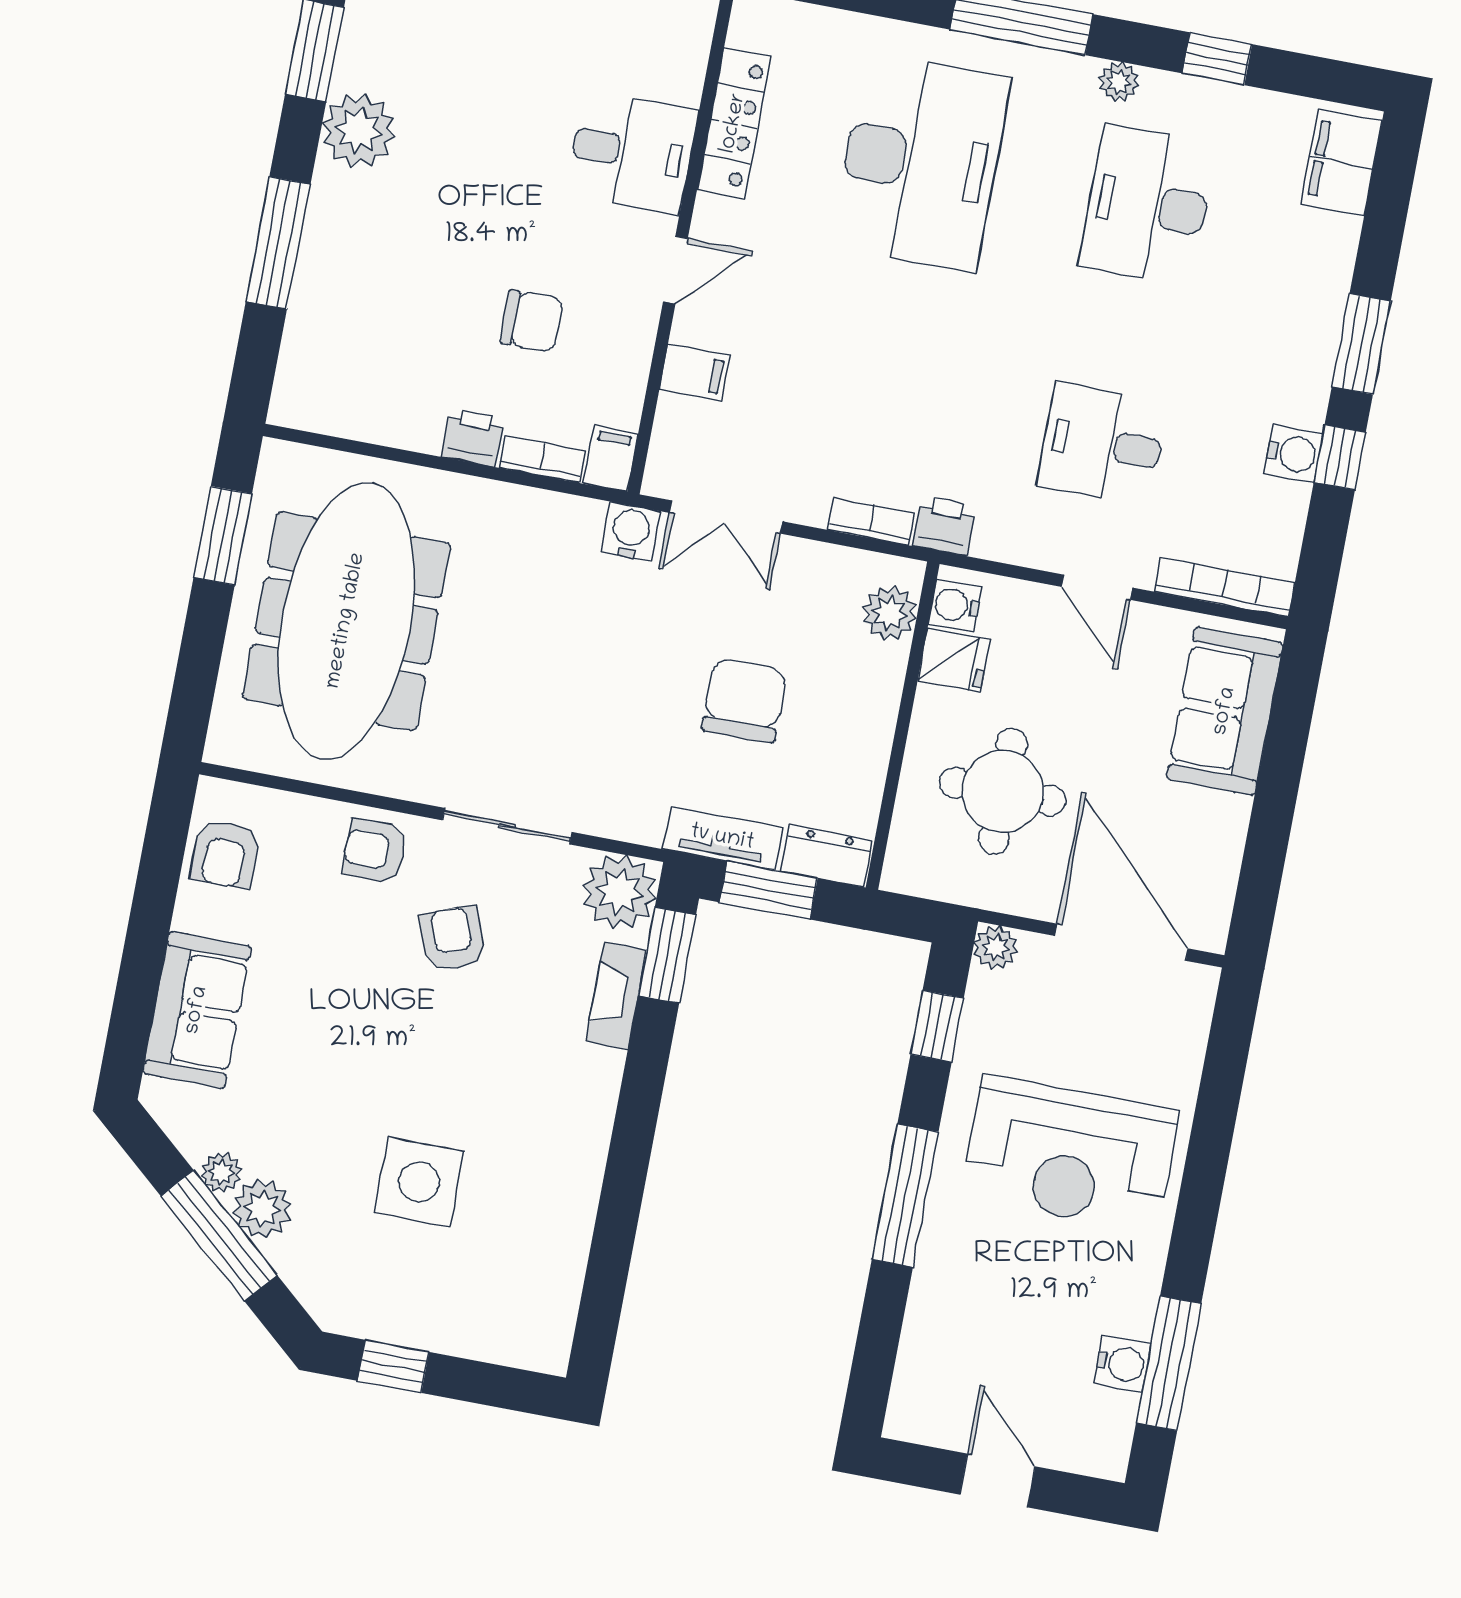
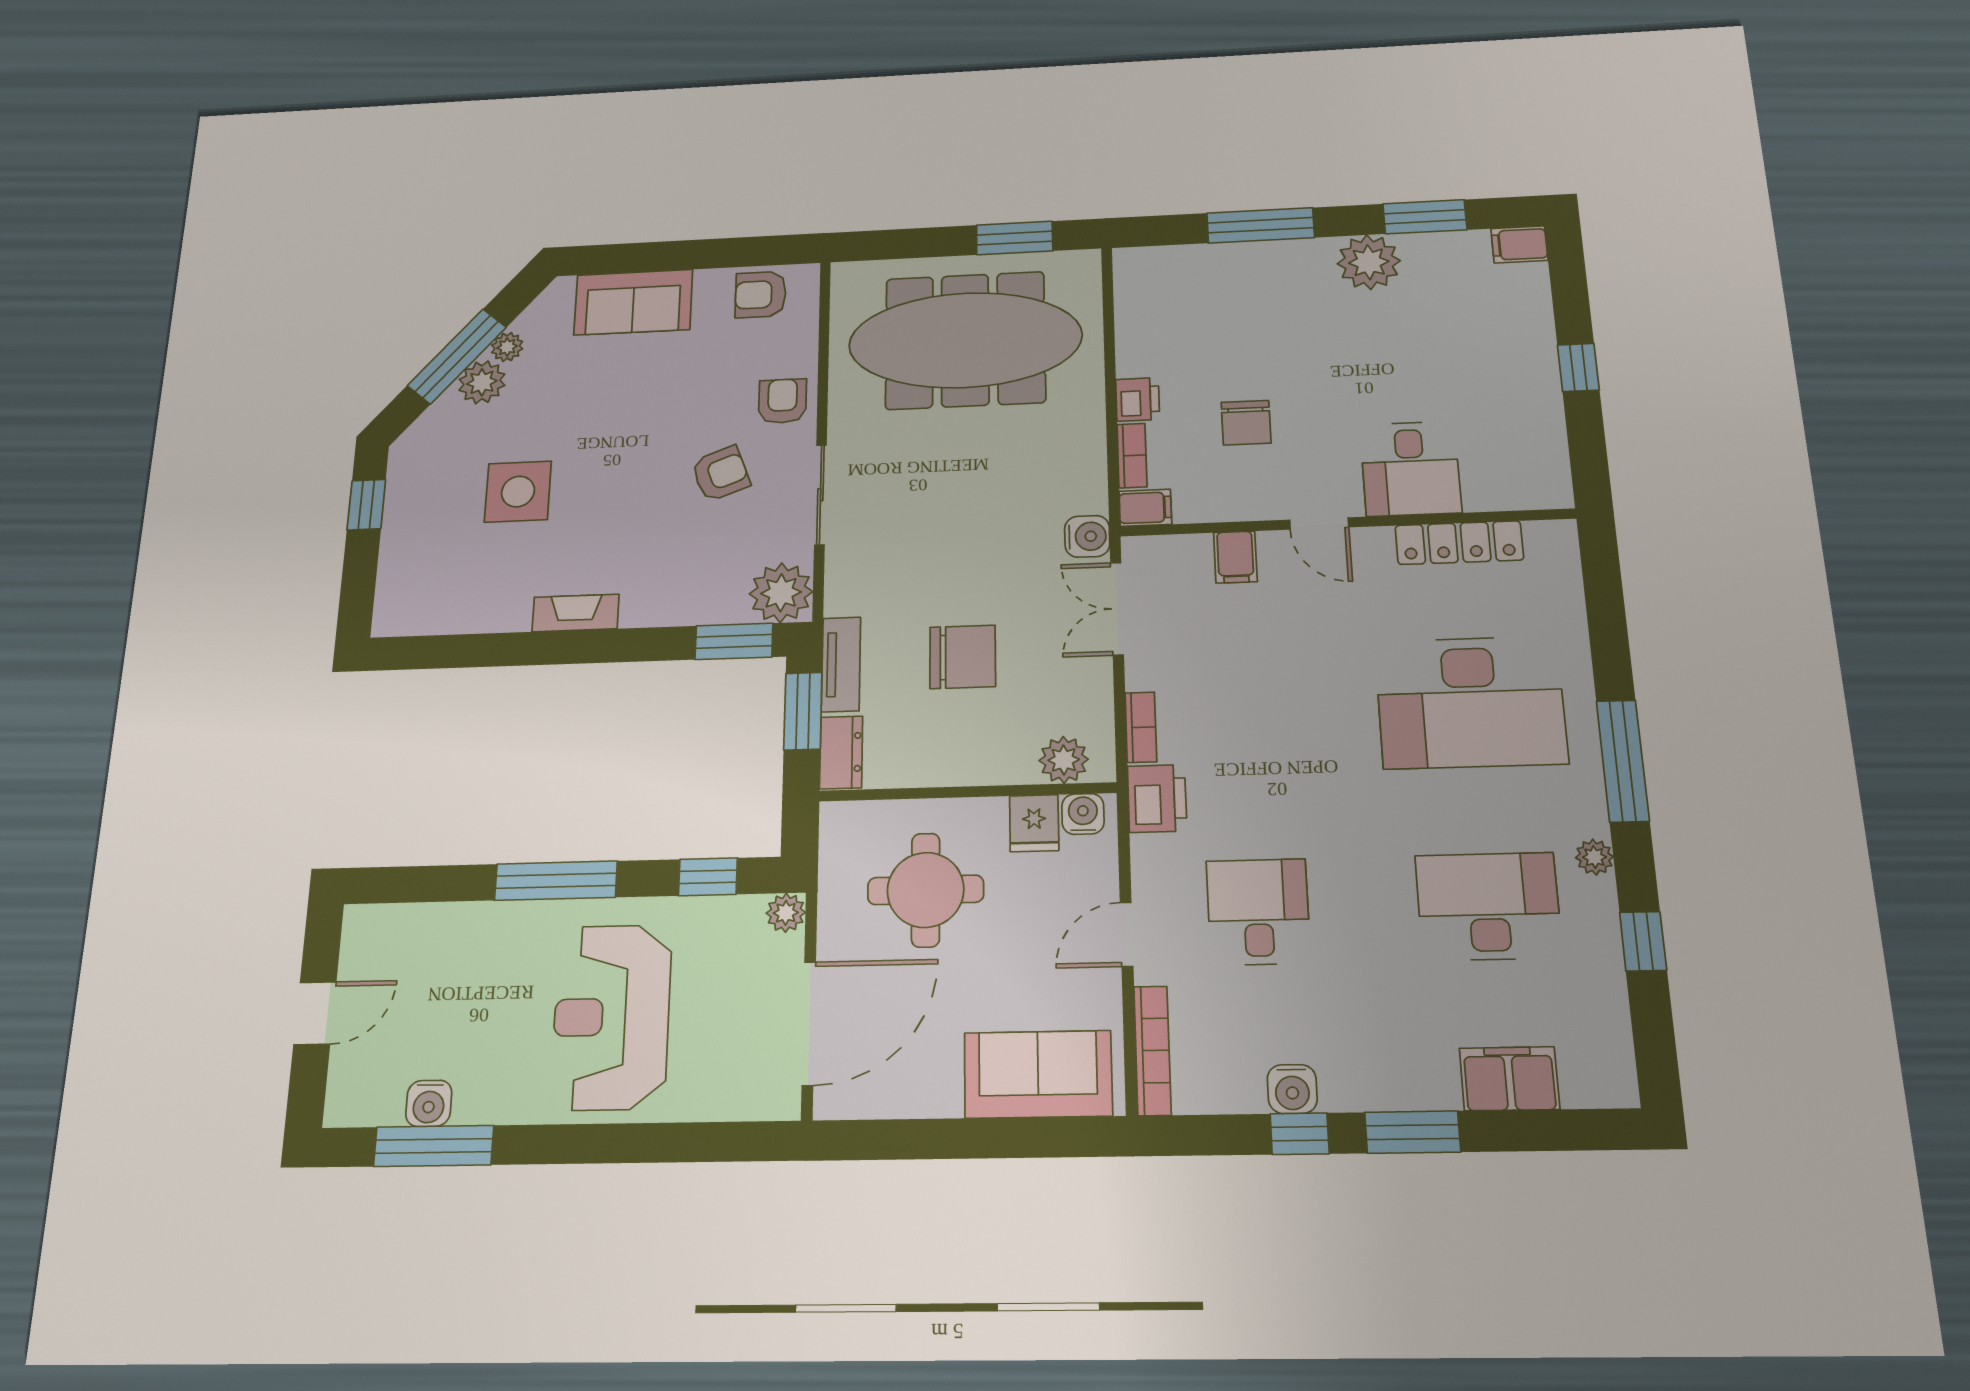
filing cabinet: (1341, 162) -> (1509, 1079), moved
printer: (944, 526) -> (1157, 799), width x1.36, depth x1.24
fireplace: (616, 995) -> (575, 613), moved

